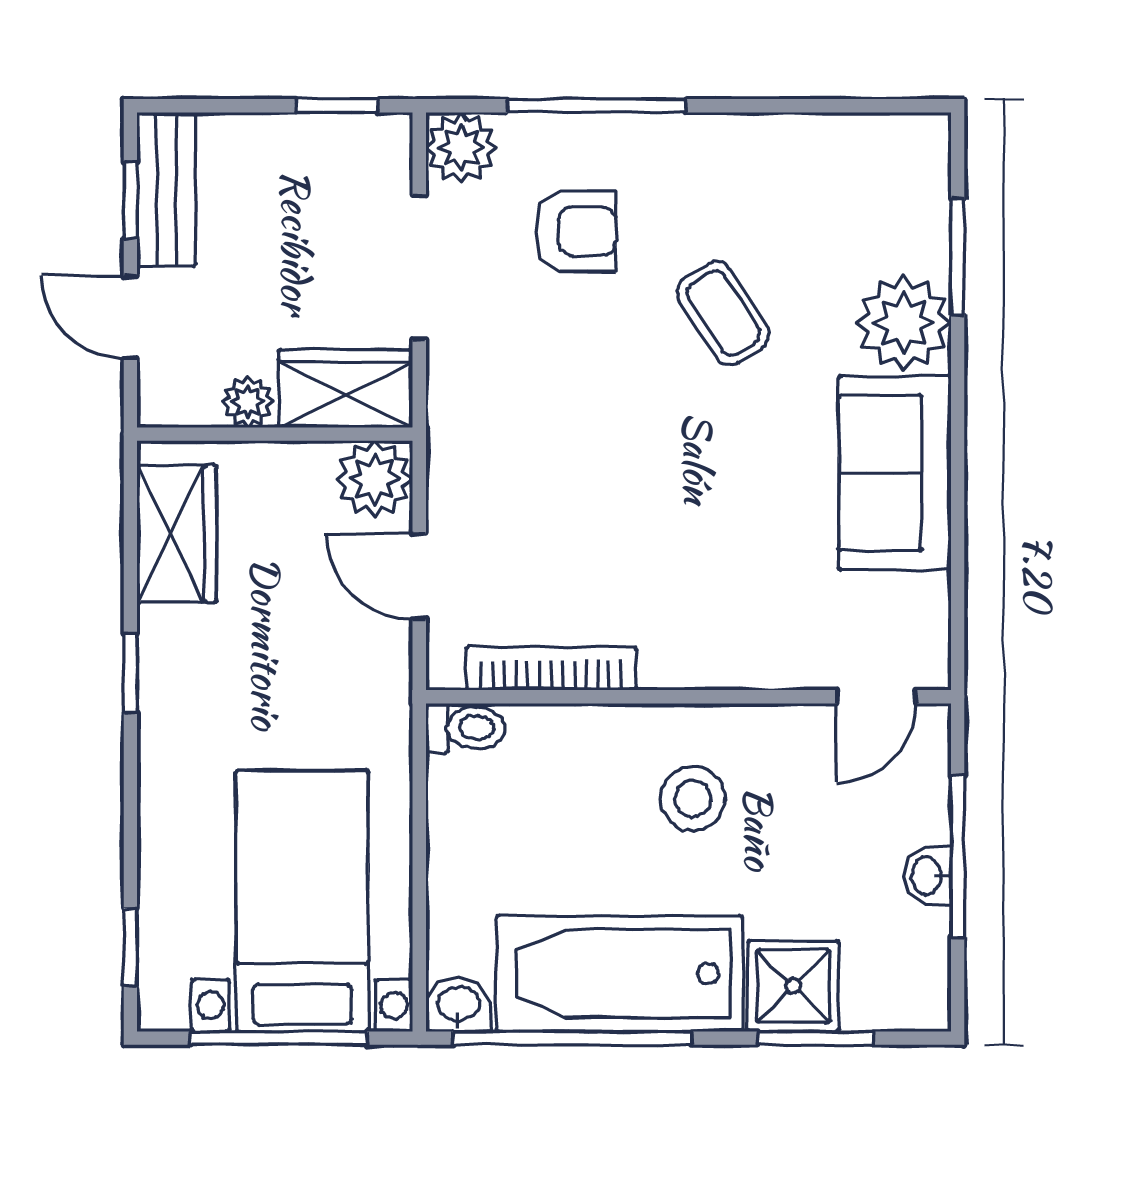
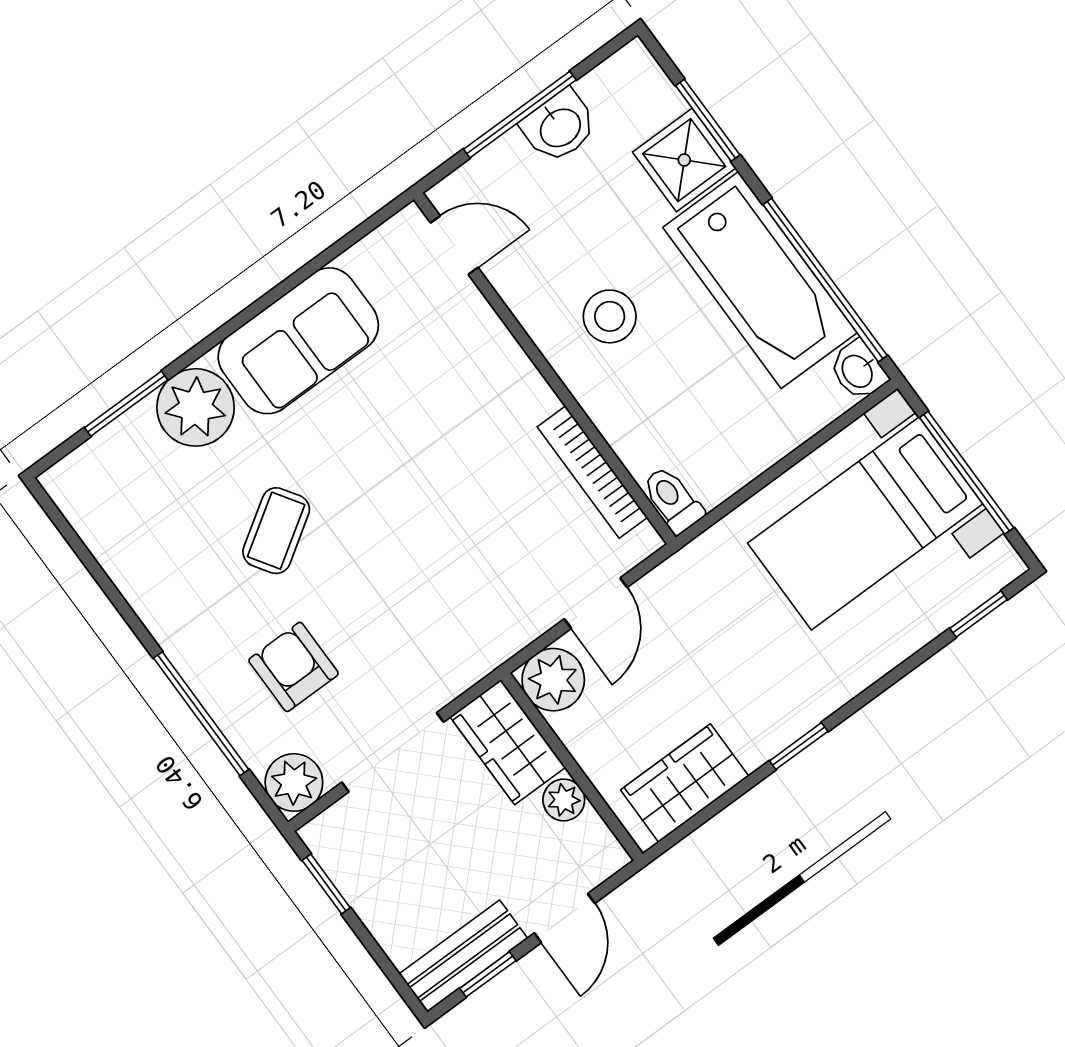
washbasin: (927, 876) -> (559, 127), width x1.38, depth x1.45

